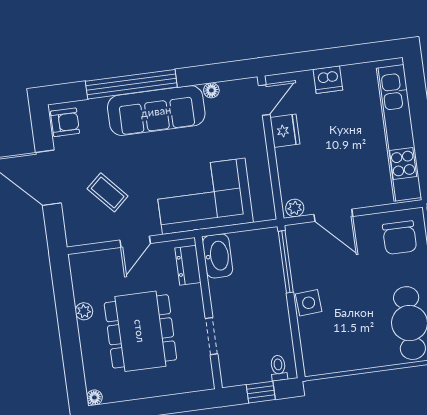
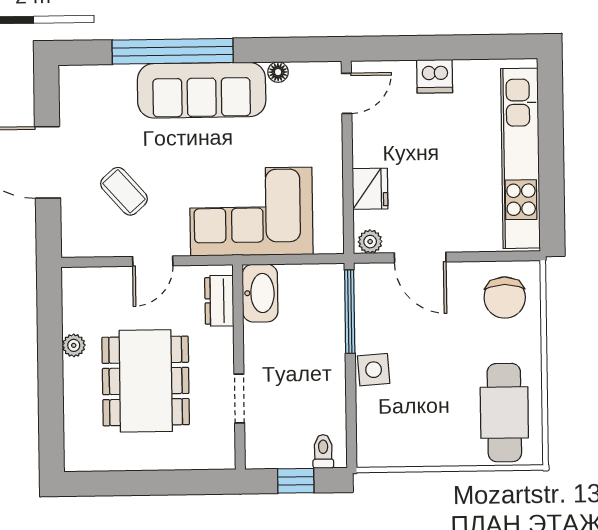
armchair: (65, 122) -> (78, 91), removed
fridge: (285, 131) -> (370, 189), moved
floor lamp: (94, 397) -> (74, 462), removed

